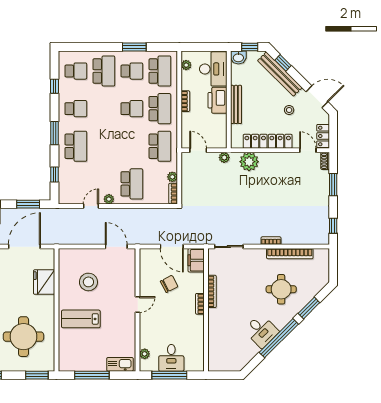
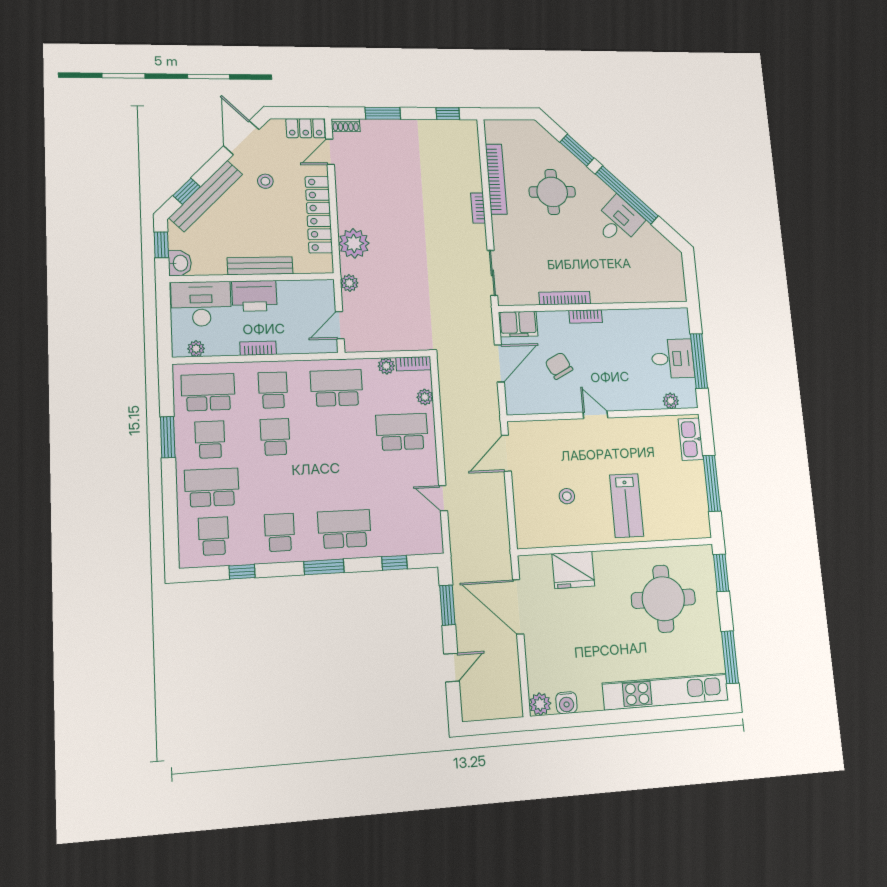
school desk: (160, 109) -> (273, 390), width x0.54
plant: (109, 199) -> (425, 397), moved
stool: (88, 282) -> (567, 496), width x0.53, depth x0.53

